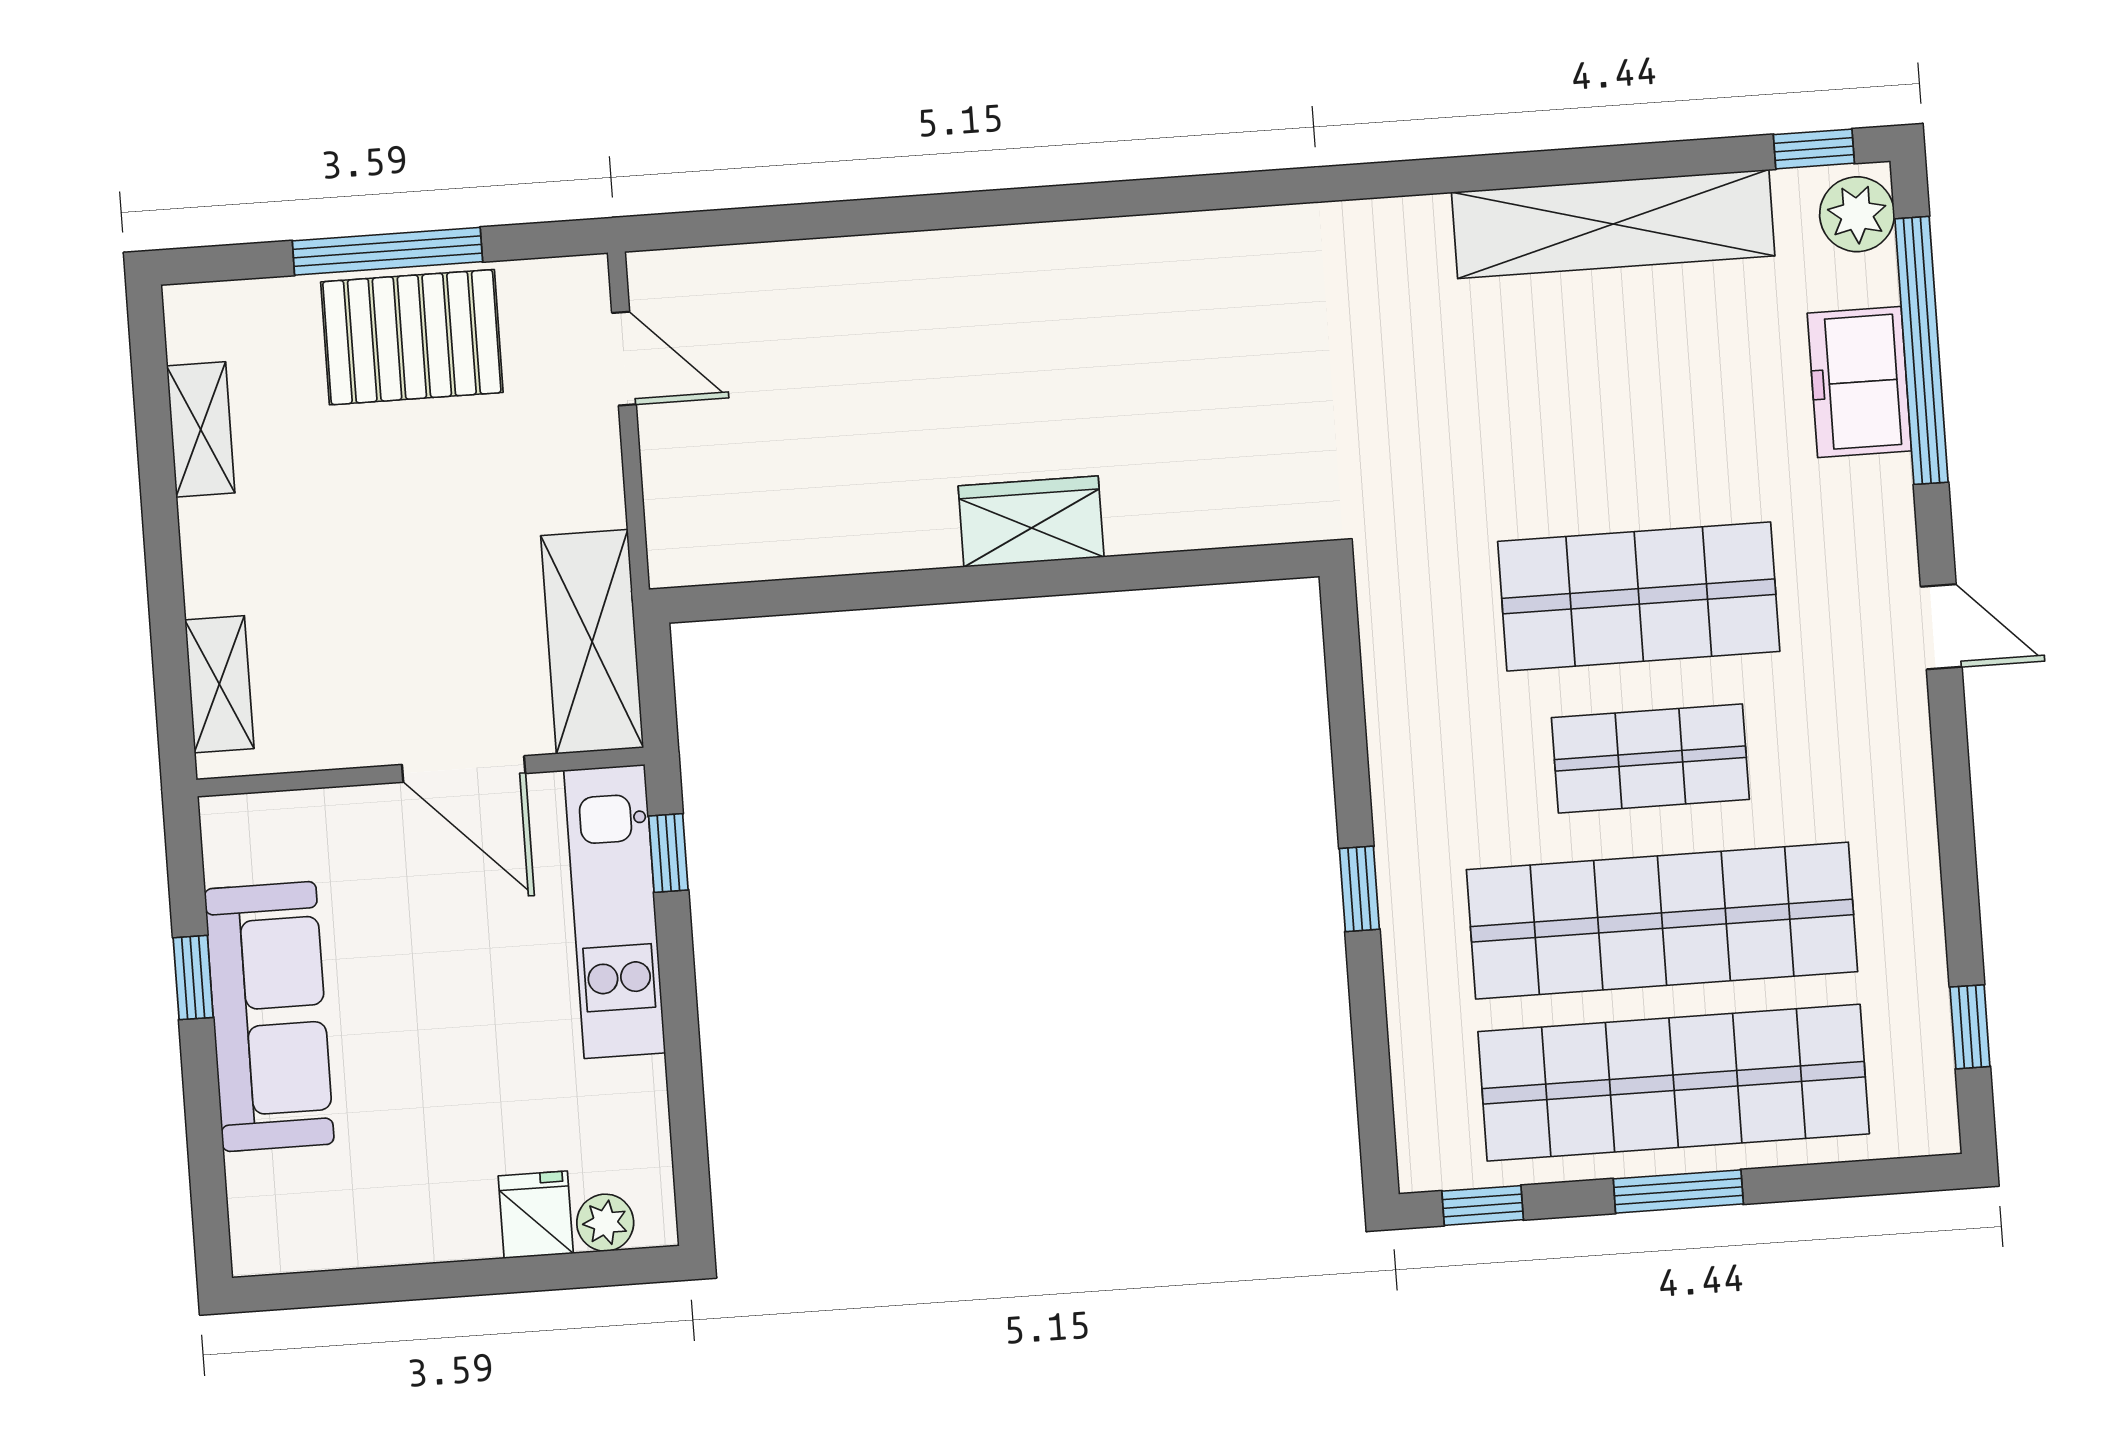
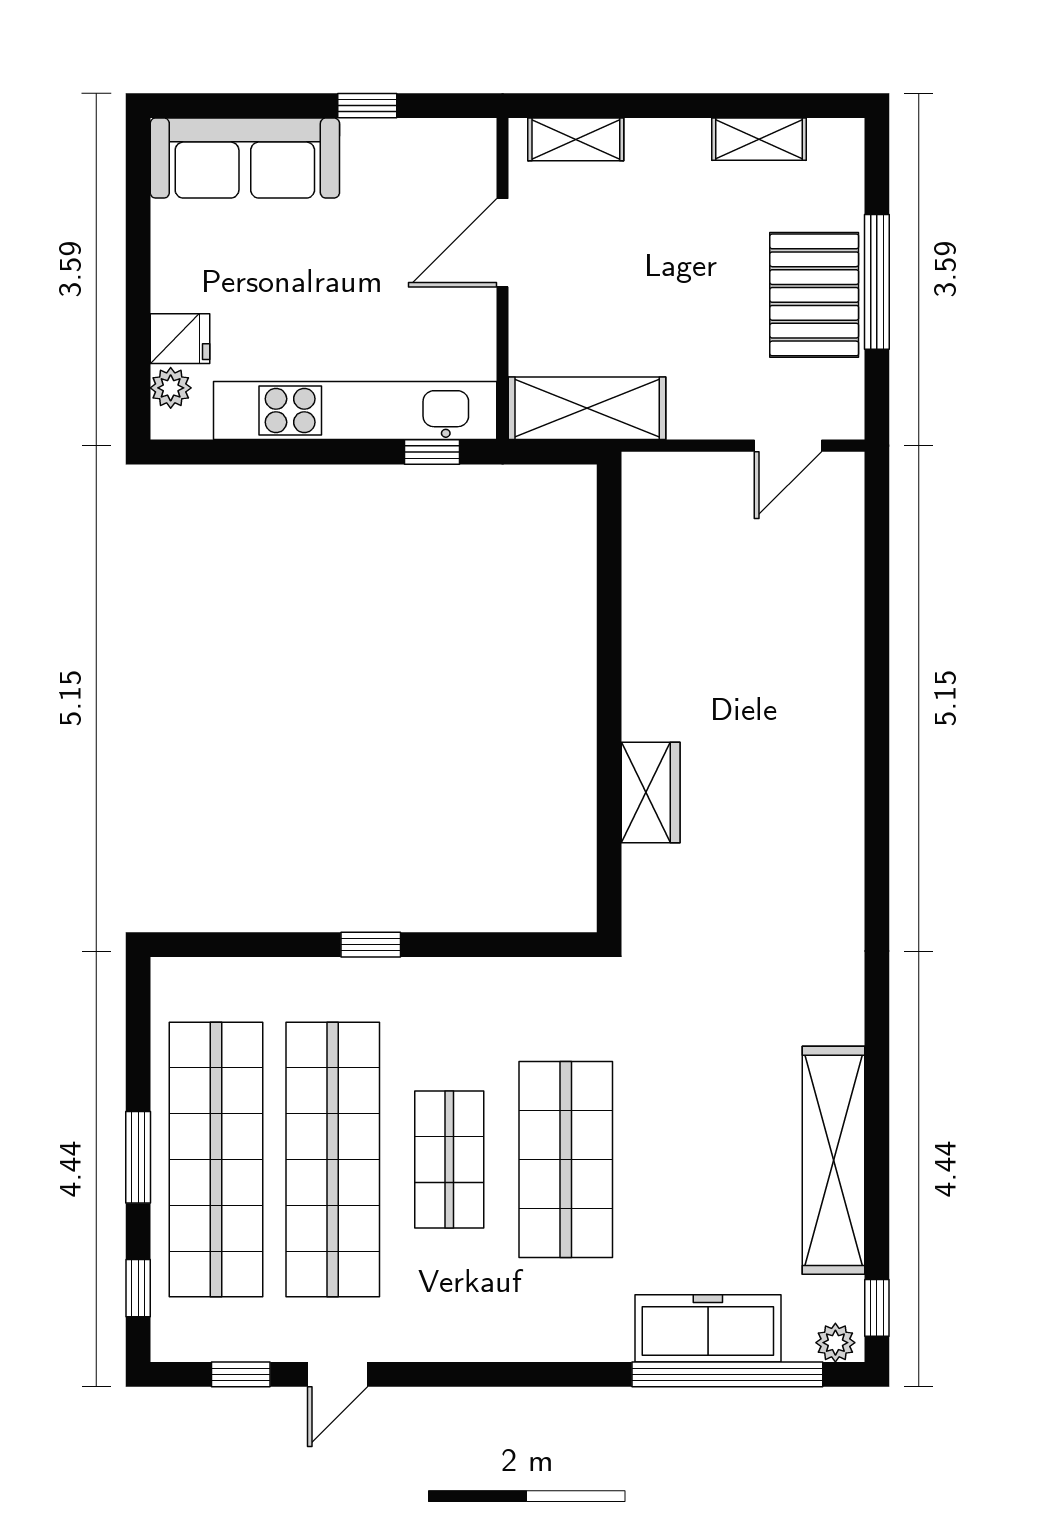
plant: (1857, 214) -> (835, 1343), width x0.73, depth x0.73
freezer: (1859, 382) -> (708, 1328), width x1.40
wardrobe: (1031, 522) -> (651, 792), moved
door: (1941, 627) -> (338, 1374), moved
door: (464, 769) -> (503, 243), moved
kitchen unit: (615, 911) -> (355, 410), width x1.36
sofa: (269, 1016) -> (245, 158), moved
window: (1483, 1205) -> (138, 1288), moved

